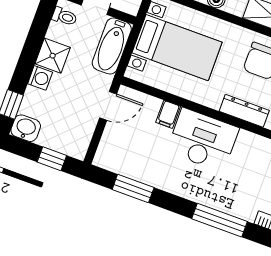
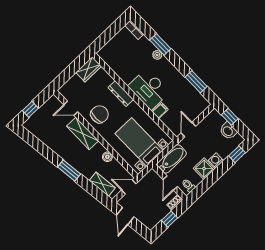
door: (108, 106) -> (188, 130), hinge flipped
washbasin: (26, 128) -> (228, 131), moved
plant: (216, 201) -> (157, 55), added
window: (219, 220) -> (160, 44), width x0.69

